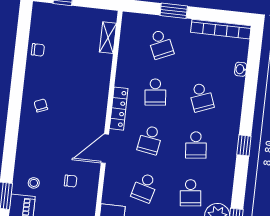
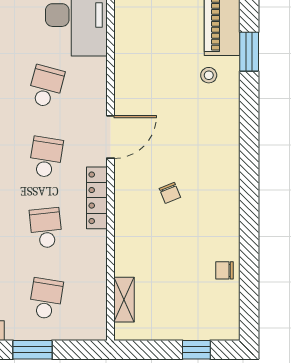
school desk: (161, 44) -> (46, 299), turned 33
chair: (41, 105) -> (170, 193), moved
chair: (71, 181) -> (155, 84), removed

